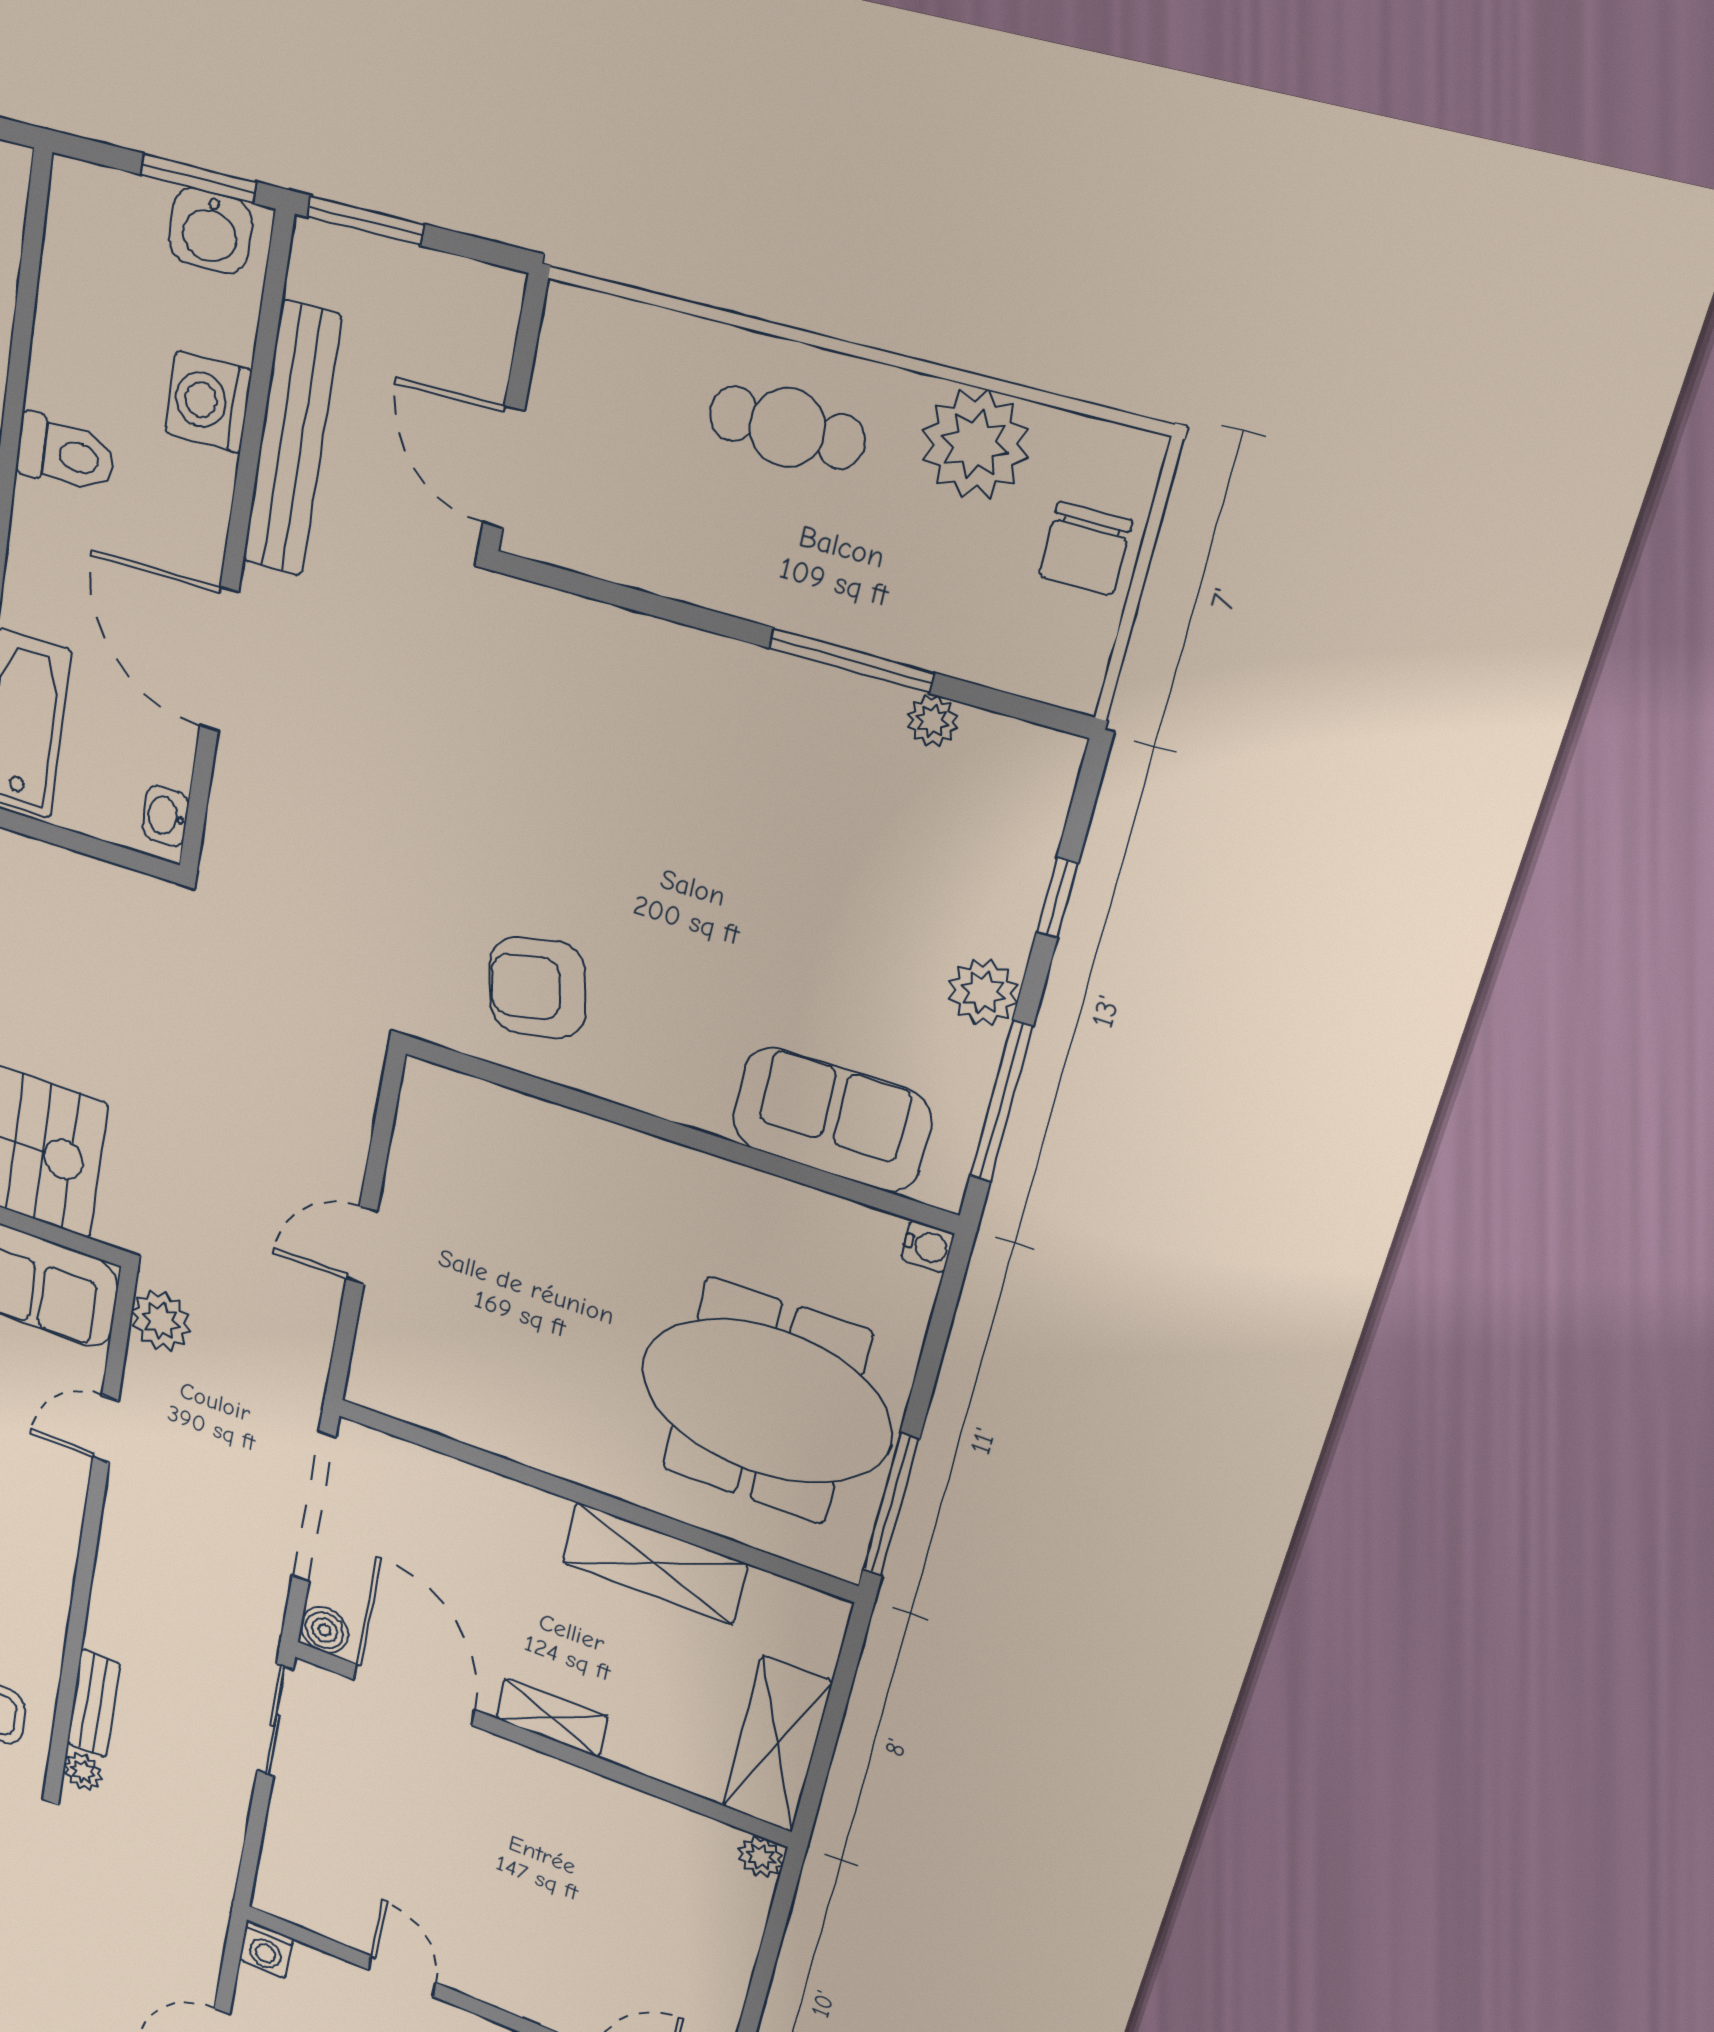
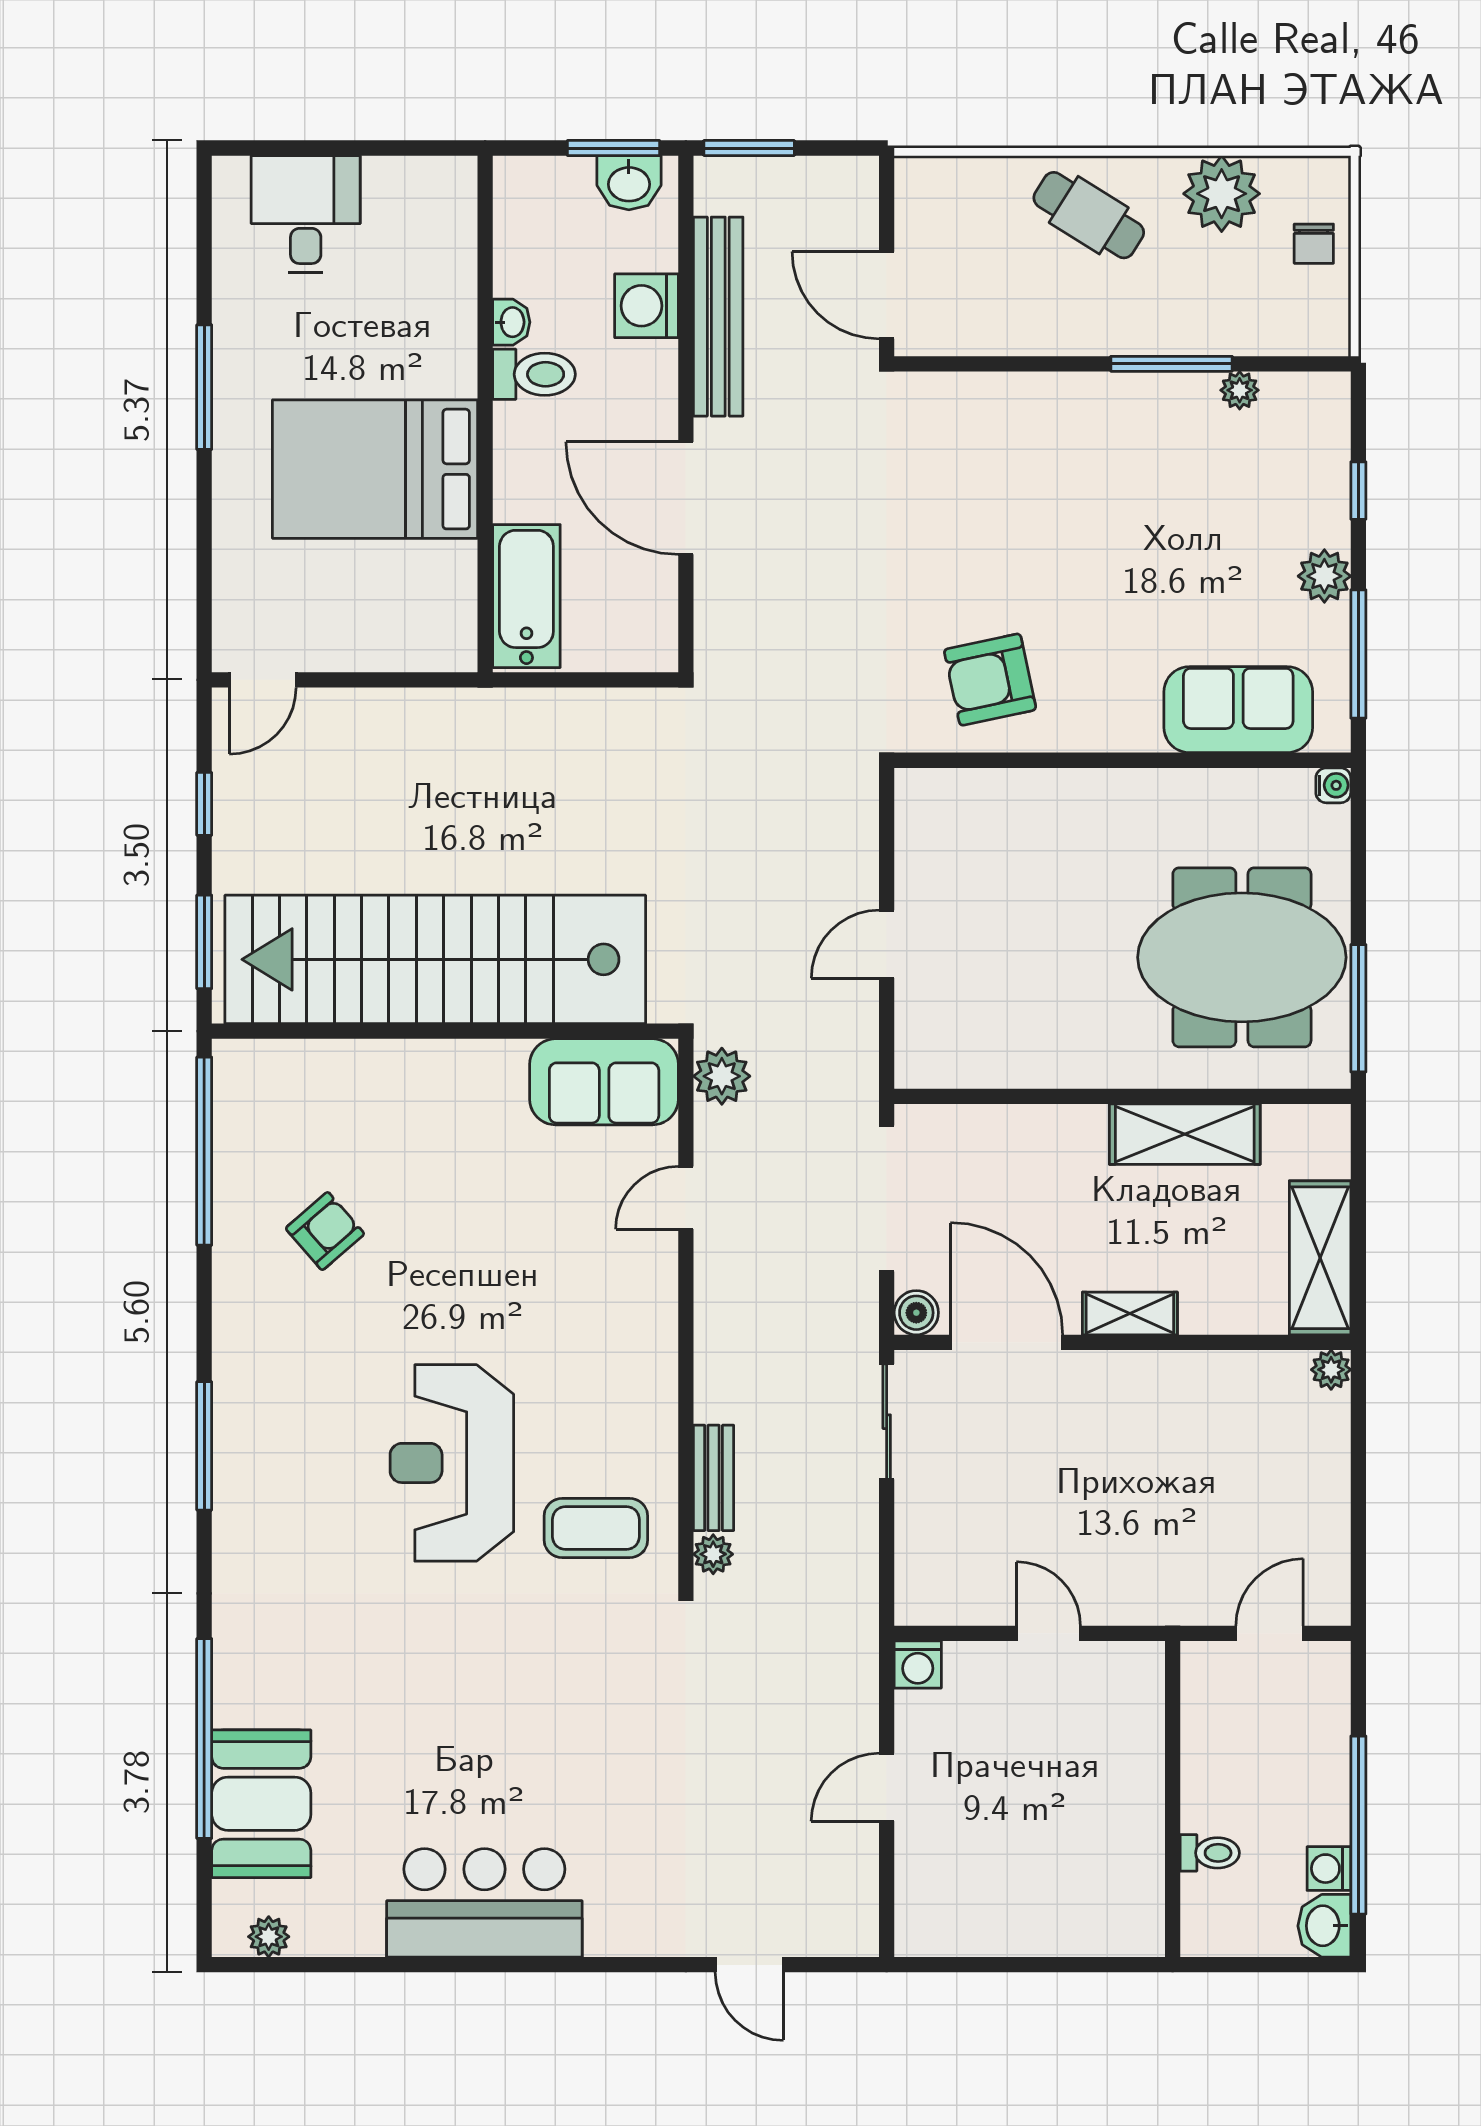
cafe table: (787, 427) -> (1089, 215), turned 32
chair: (1085, 549) -> (1314, 244), width x0.73, depth x0.73
washbasin: (165, 816) -> (511, 322), moved, turned 180

